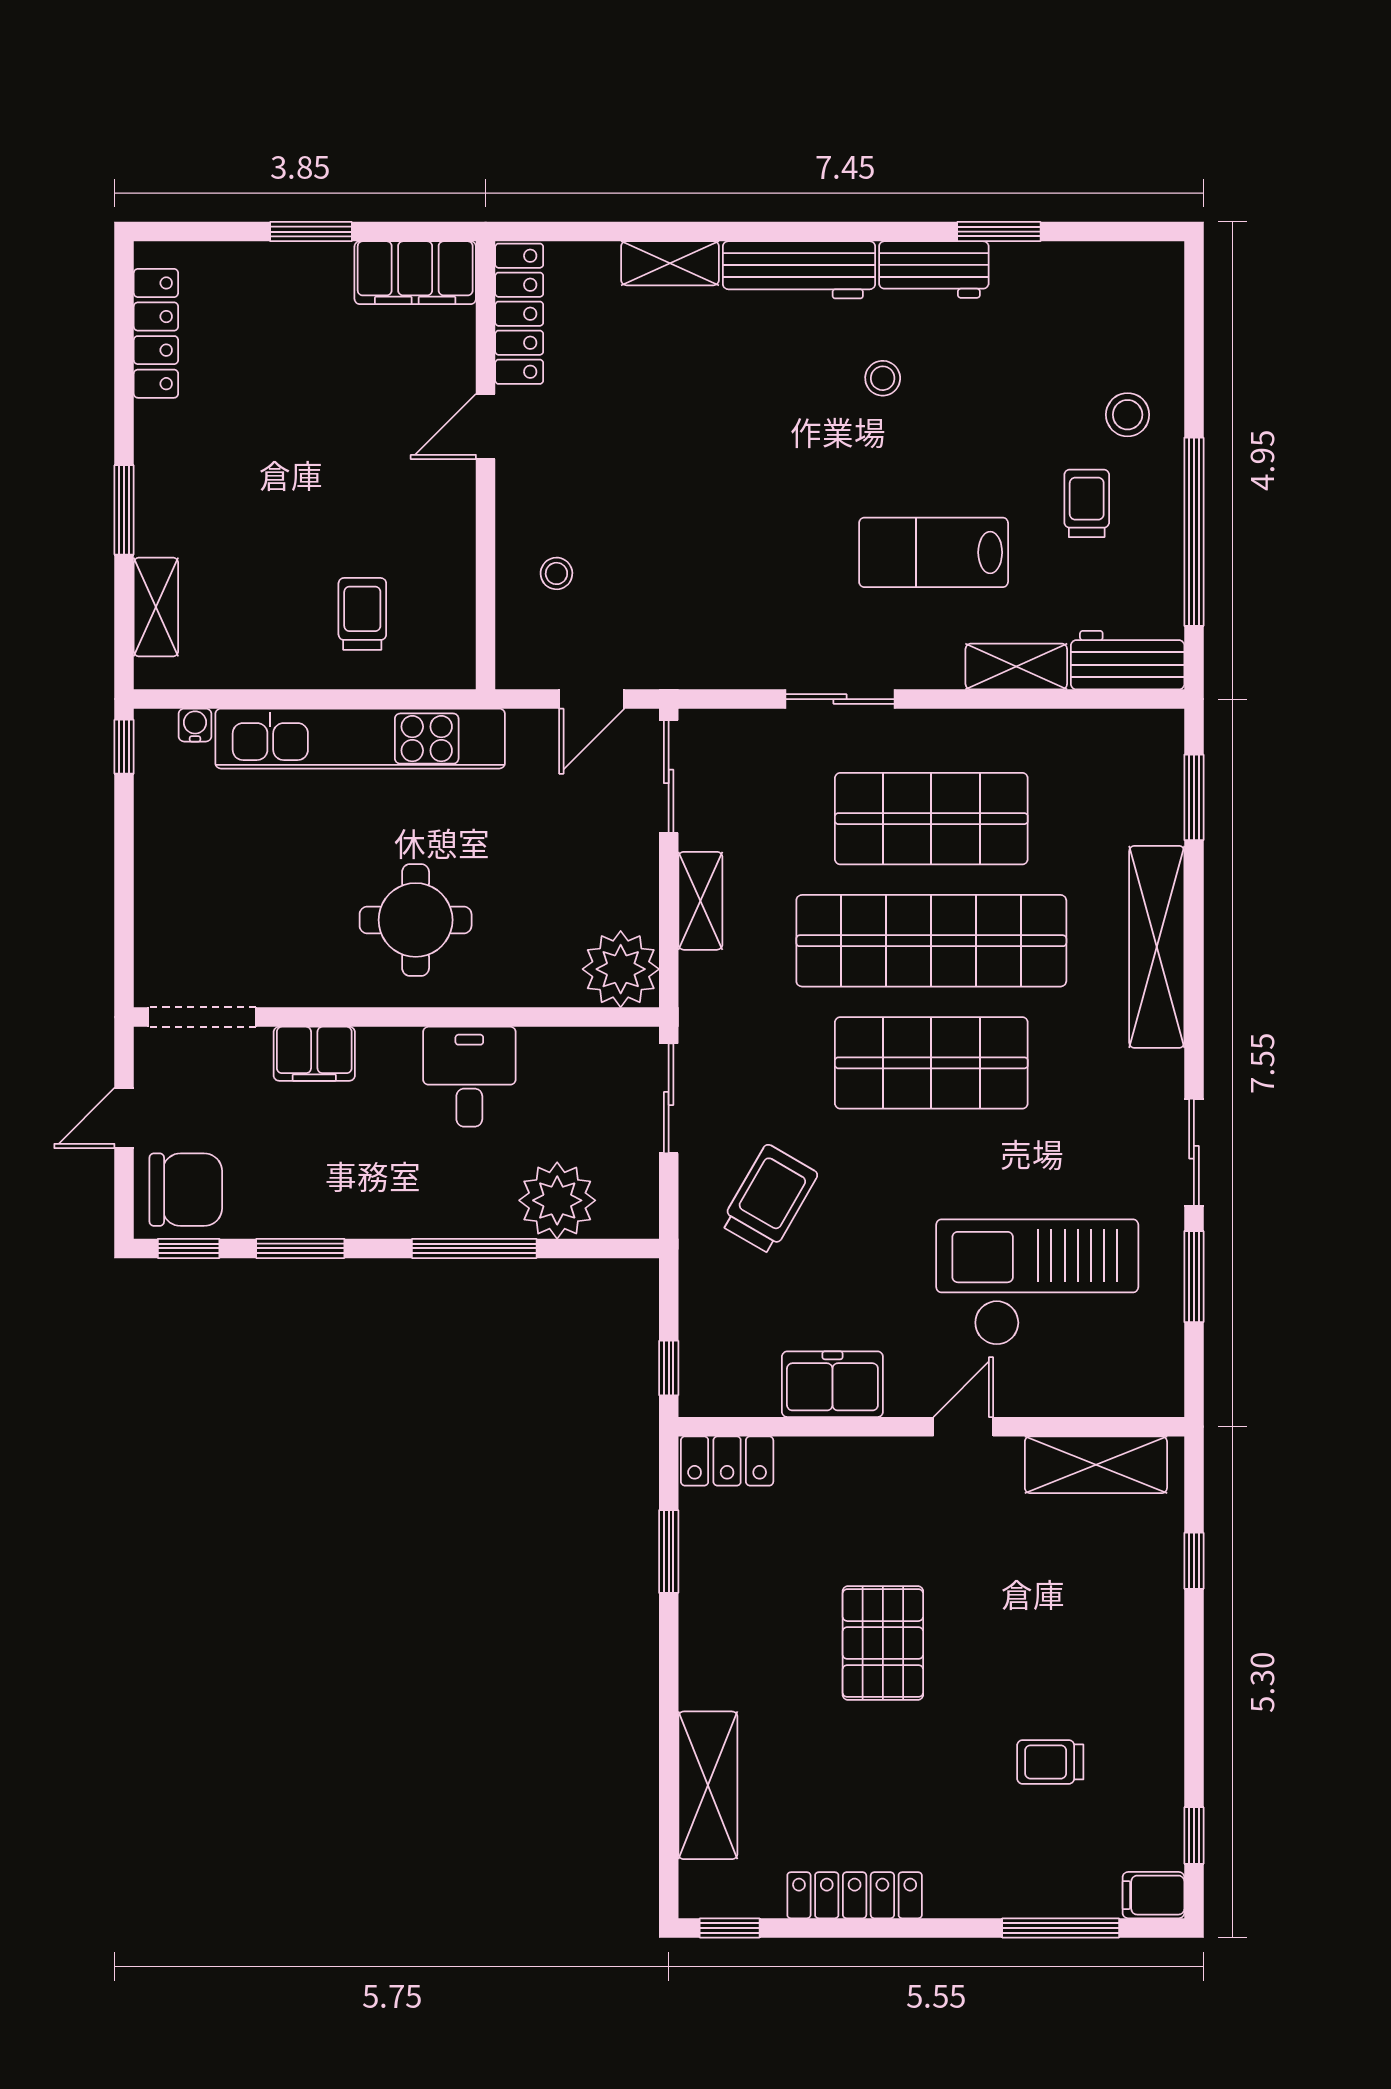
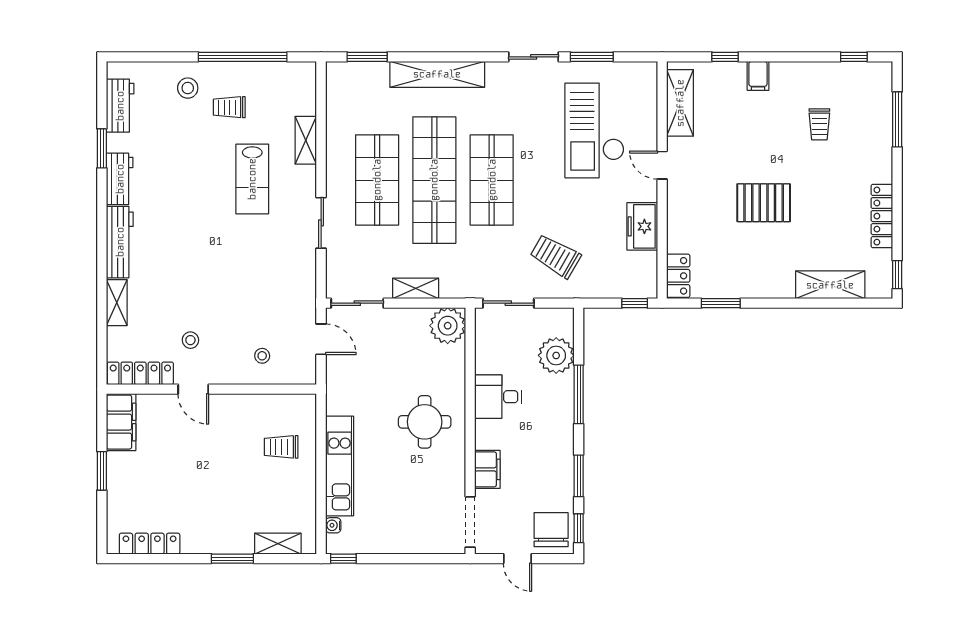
stool: (883, 378) -> (190, 340), moved
workbench: (1128, 660) -> (120, 106), moved, turned 180
kitchen unit: (360, 739) -> (340, 466), width x0.73
filing cabinet: (1153, 1895) -> (758, 76), moved

